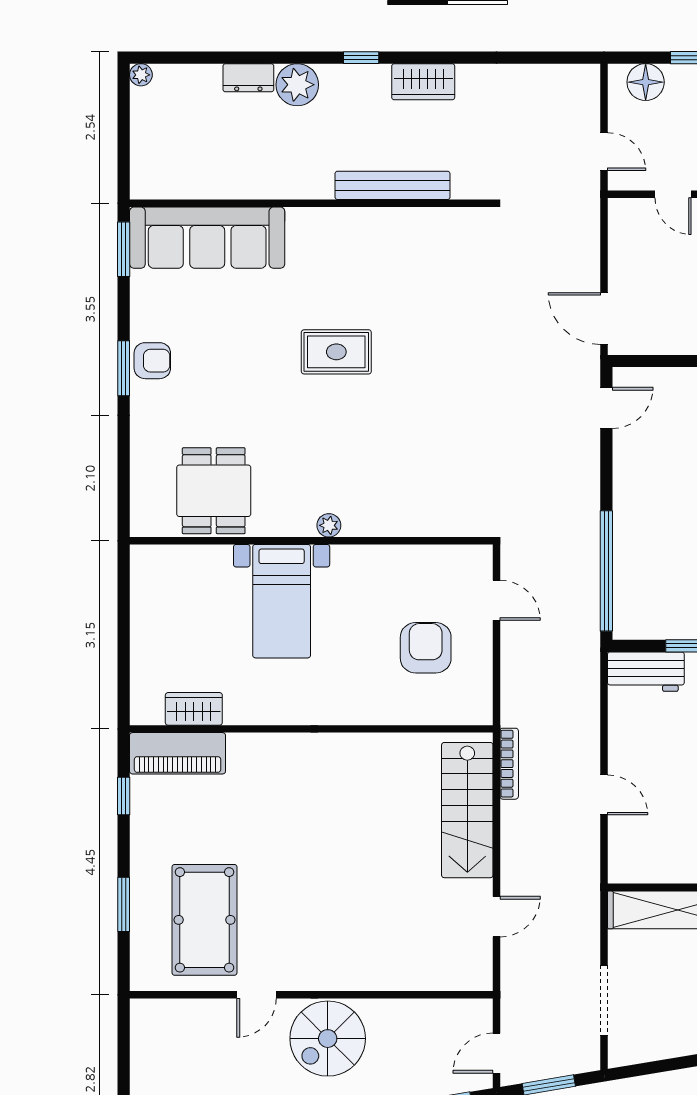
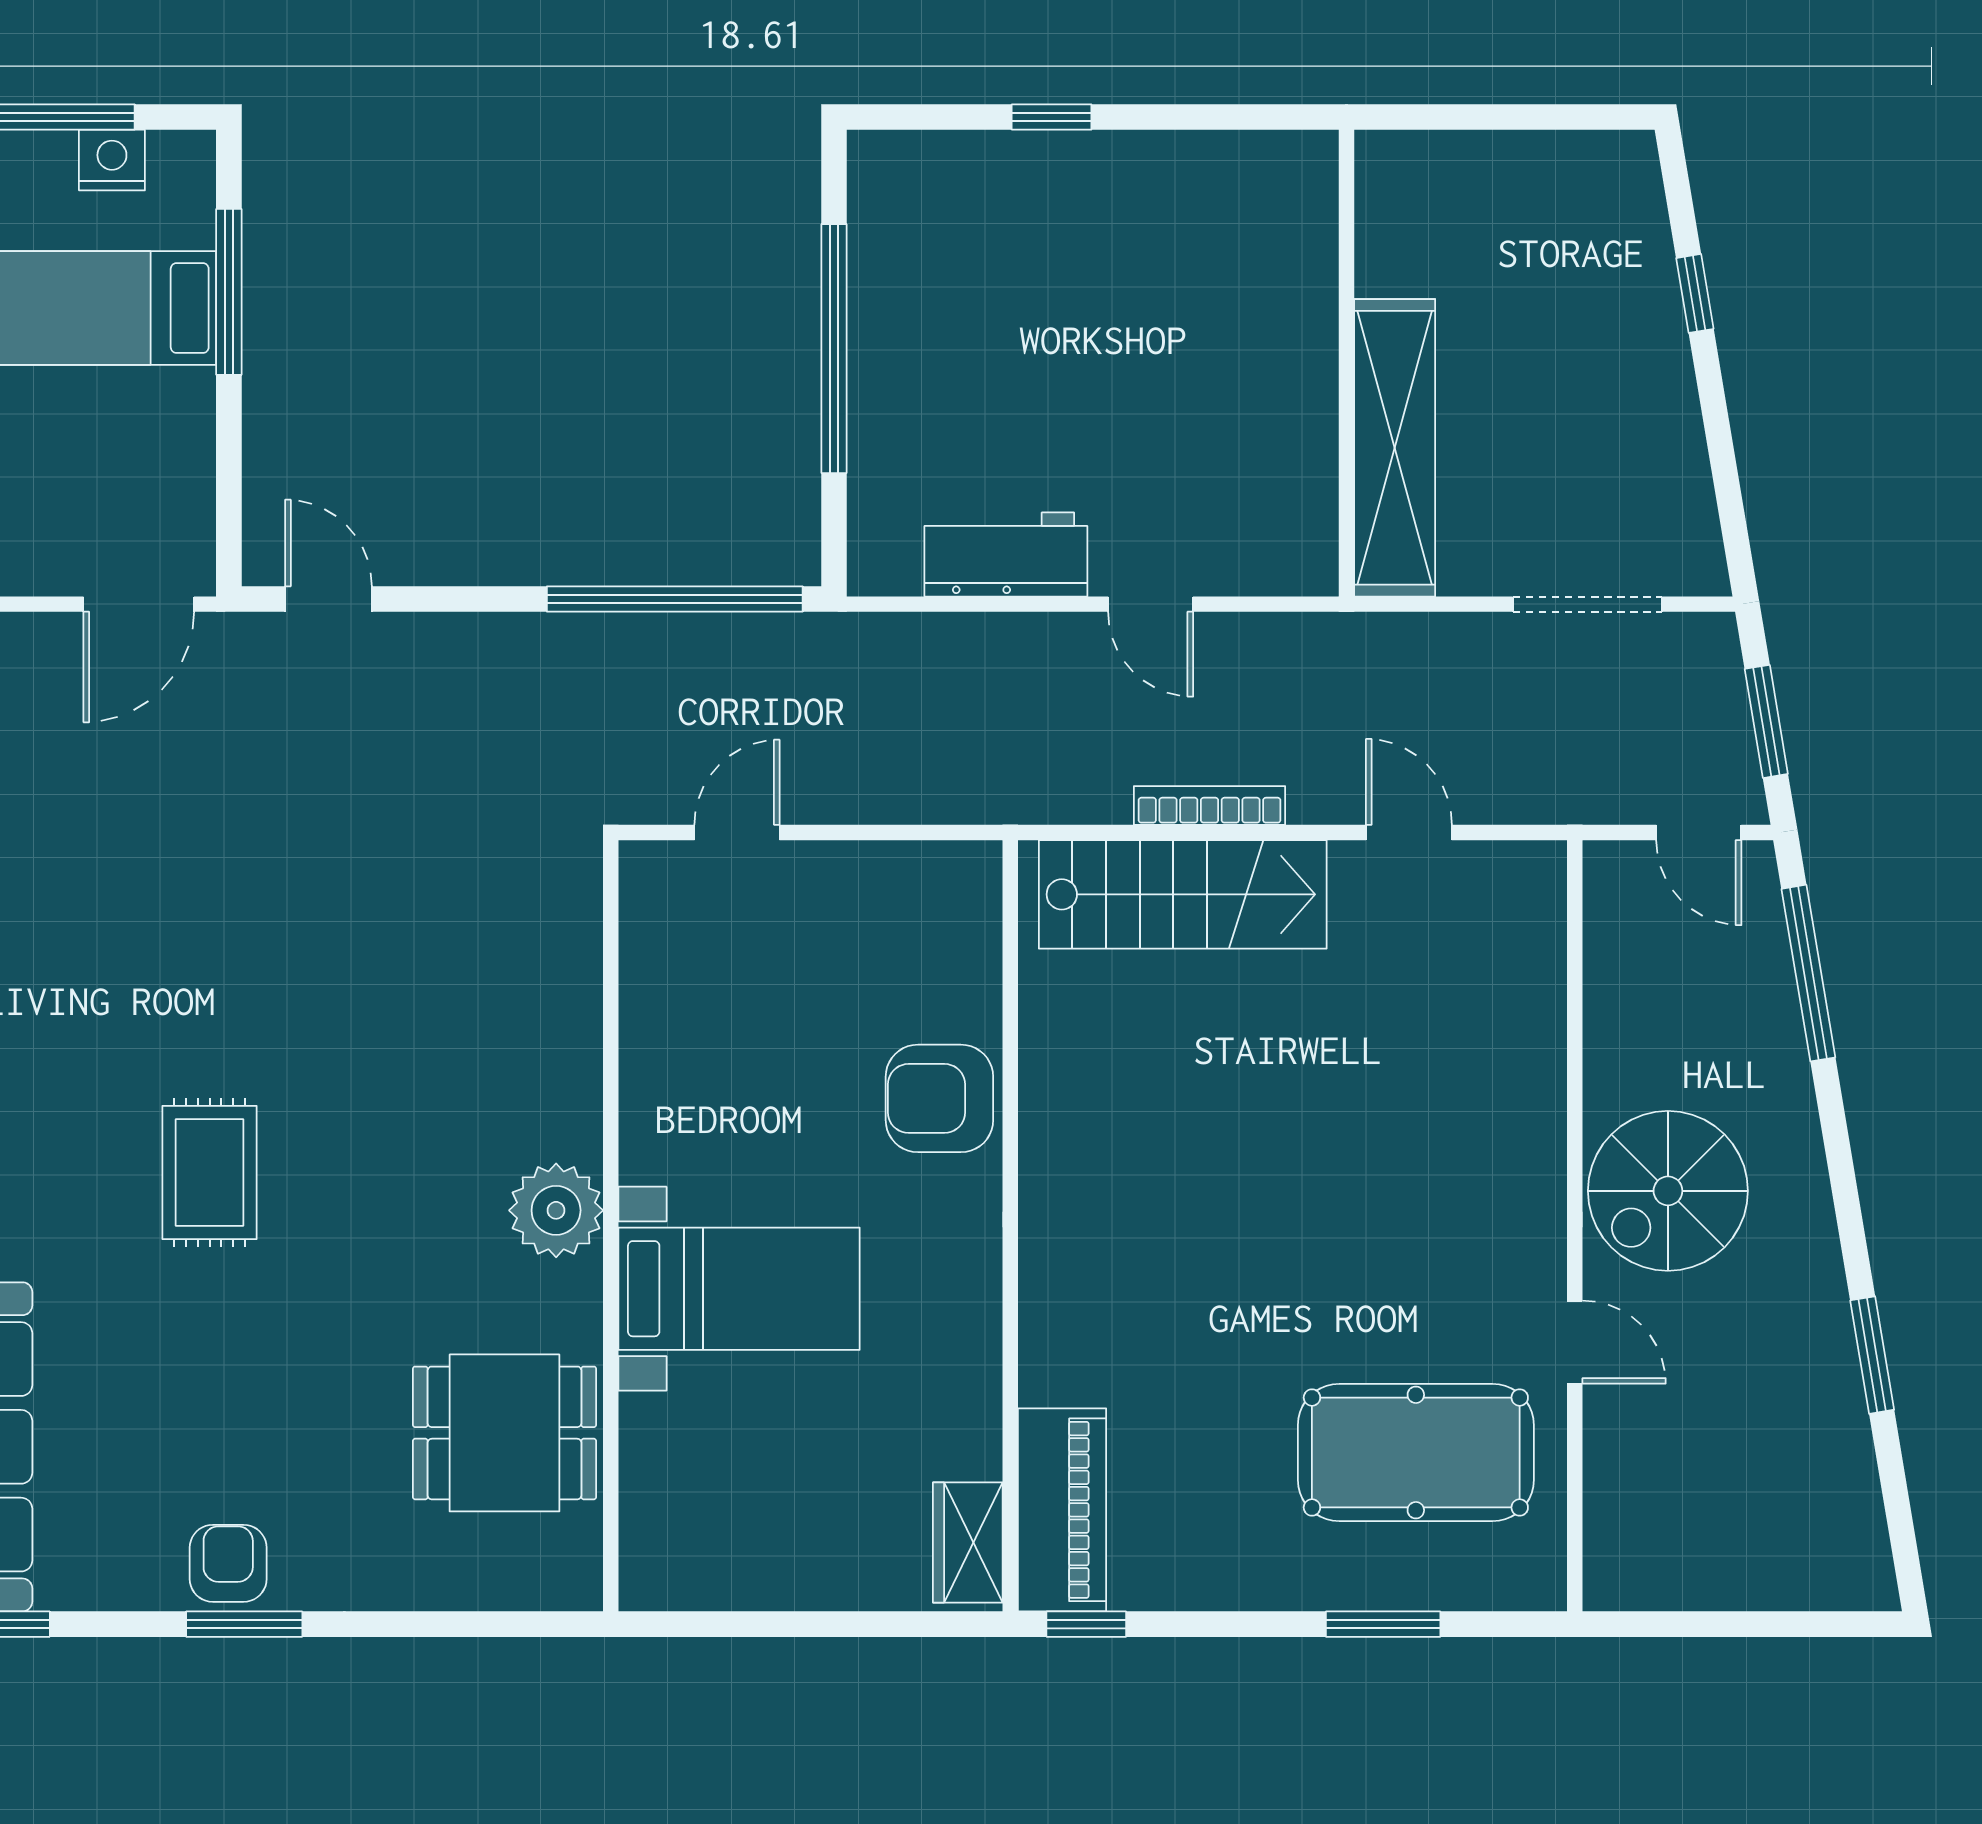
plant: (329, 525) -> (556, 1210), width x1.88, depth x1.88
armchair: (426, 648) -> (939, 1098), moved
workbench: (646, 672) -> (1006, 554), moved, turned -90
wardrobe: (194, 709) -> (968, 1543), moved
bookcase: (509, 764) -> (1210, 805), moved
door: (604, 795) -> (1151, 604), swing flipped
window: (124, 796) -> (1086, 1624), moved
spiral stairs: (328, 1039) -> (1668, 1191), turned 90

